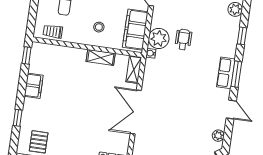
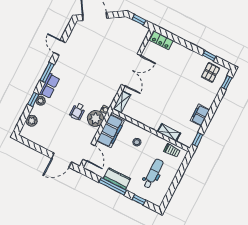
shelving: (101, 57) -> (169, 132), moved
row of seats: (226, 73) -> (49, 86), moved
window: (18, 118) -> (227, 82), moved
plant: (218, 136) -> (41, 101), moved

